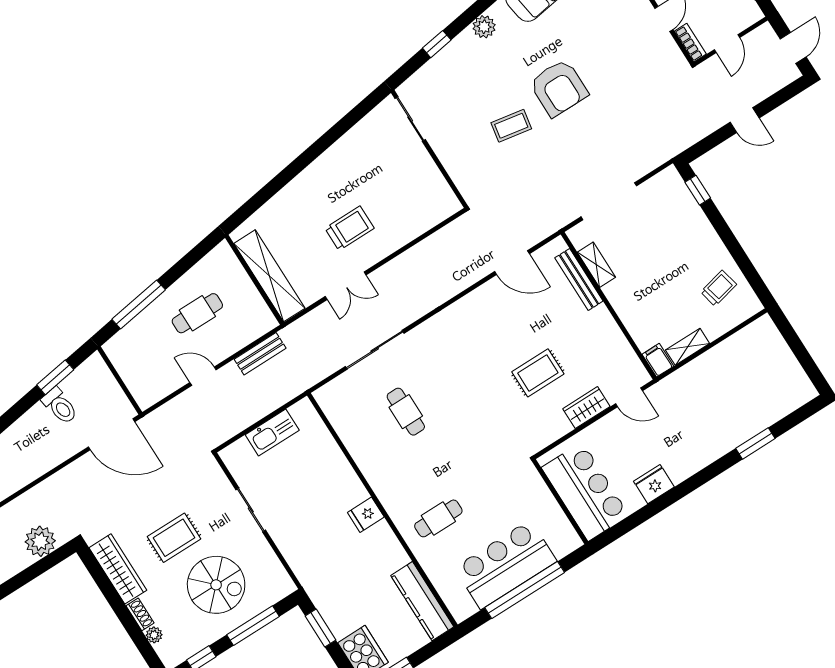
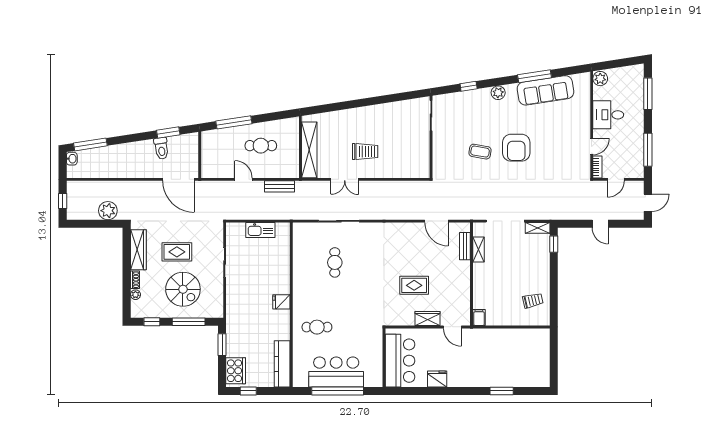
bench: (579, 279) -> (465, 246), width x0.73
shelving: (688, 347) -> (538, 228), moved

